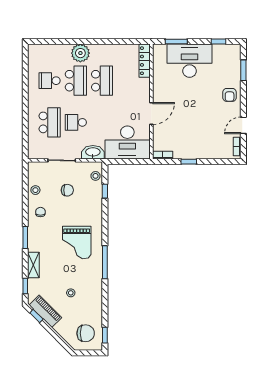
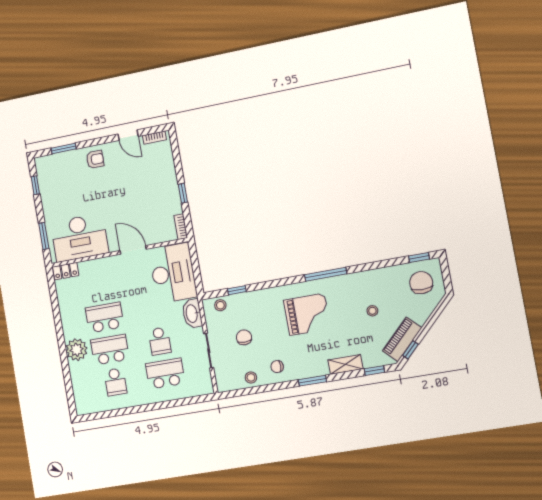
locker: (145, 61) -> (66, 271), width x0.66
desk: (190, 61) -> (79, 238), moved, turned -90

